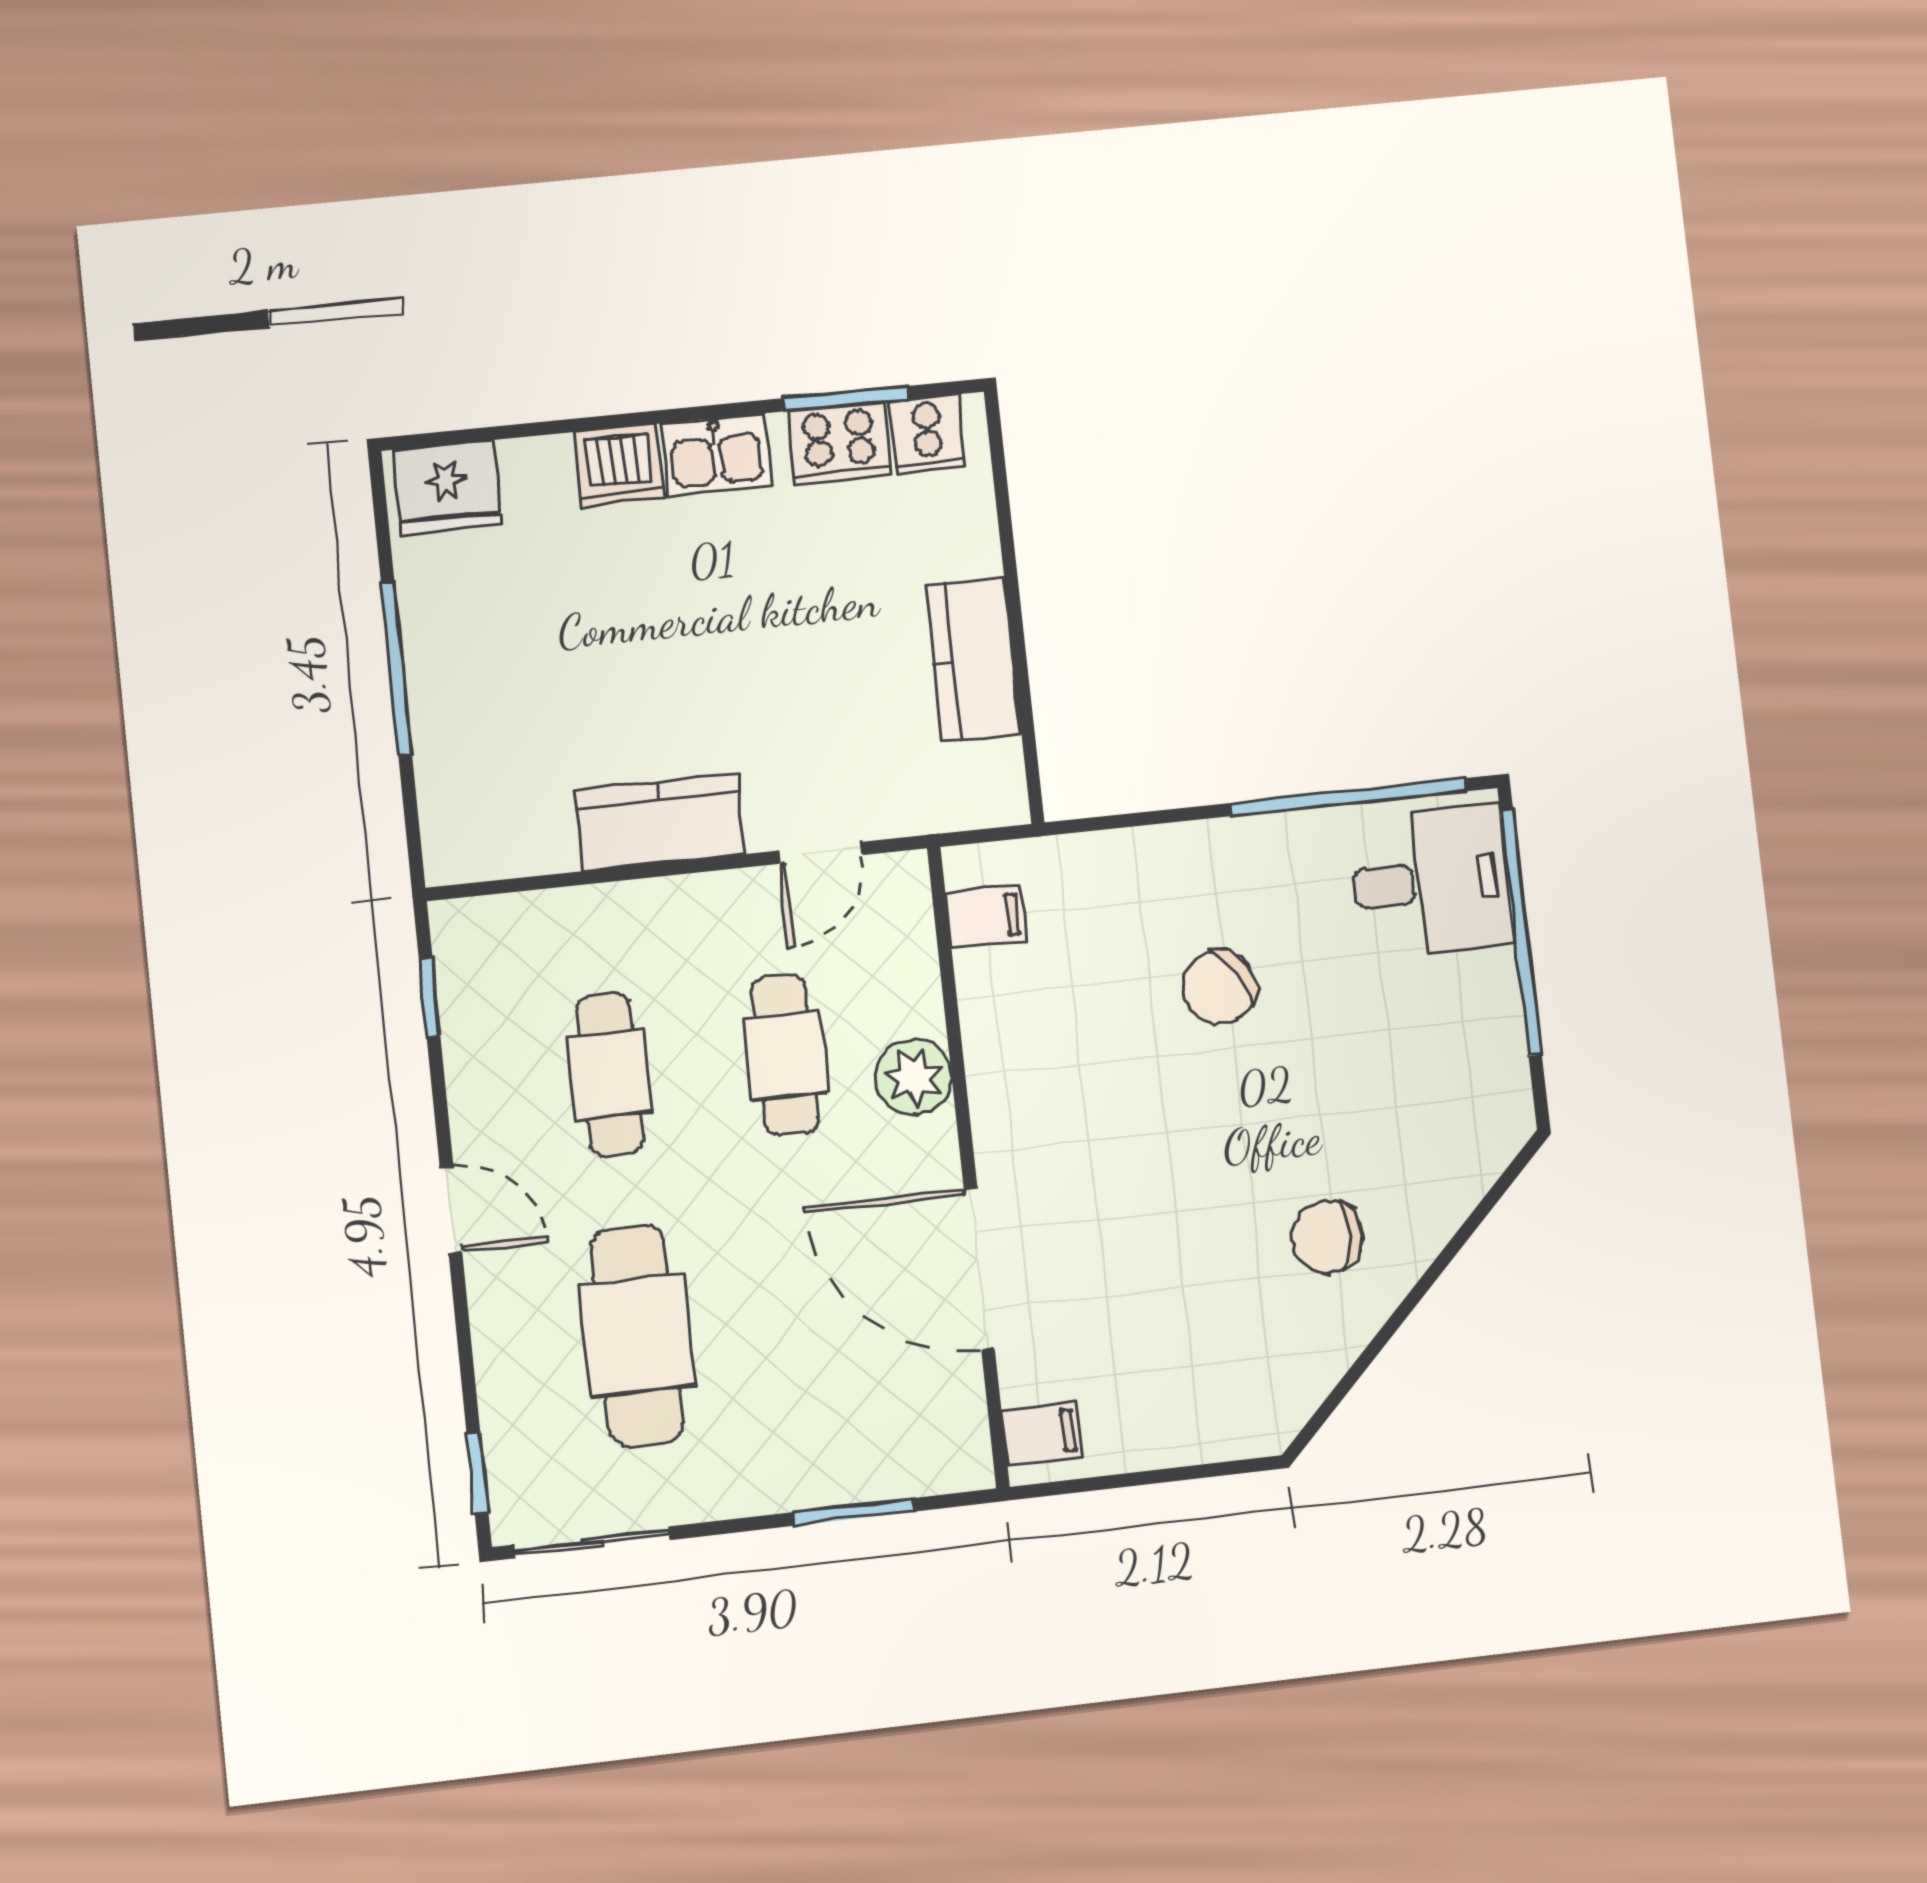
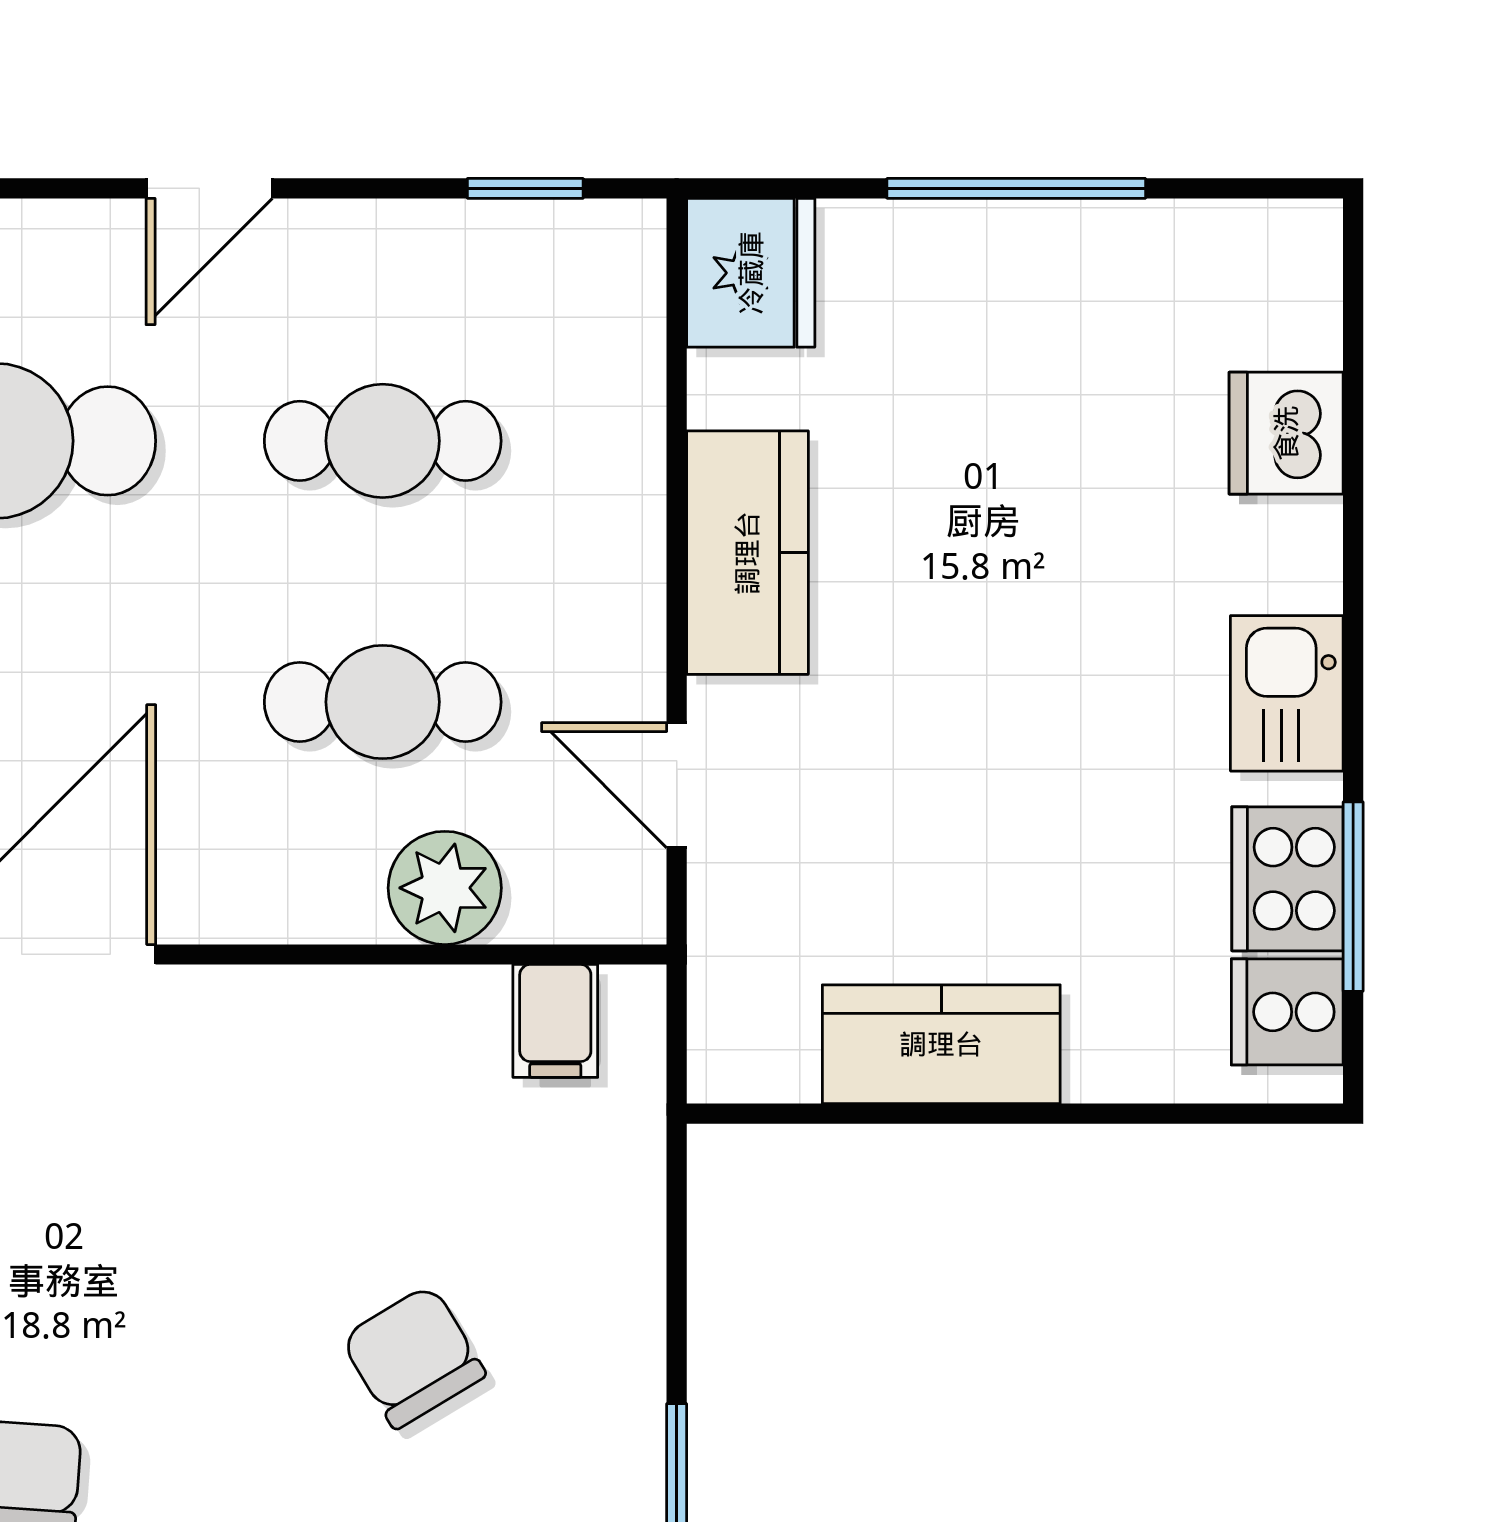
dishwasher: (618, 466) -> (1286, 433), moved
fridge: (447, 487) -> (751, 273), moved, turned 180
plant: (914, 1077) -> (445, 888), moved

